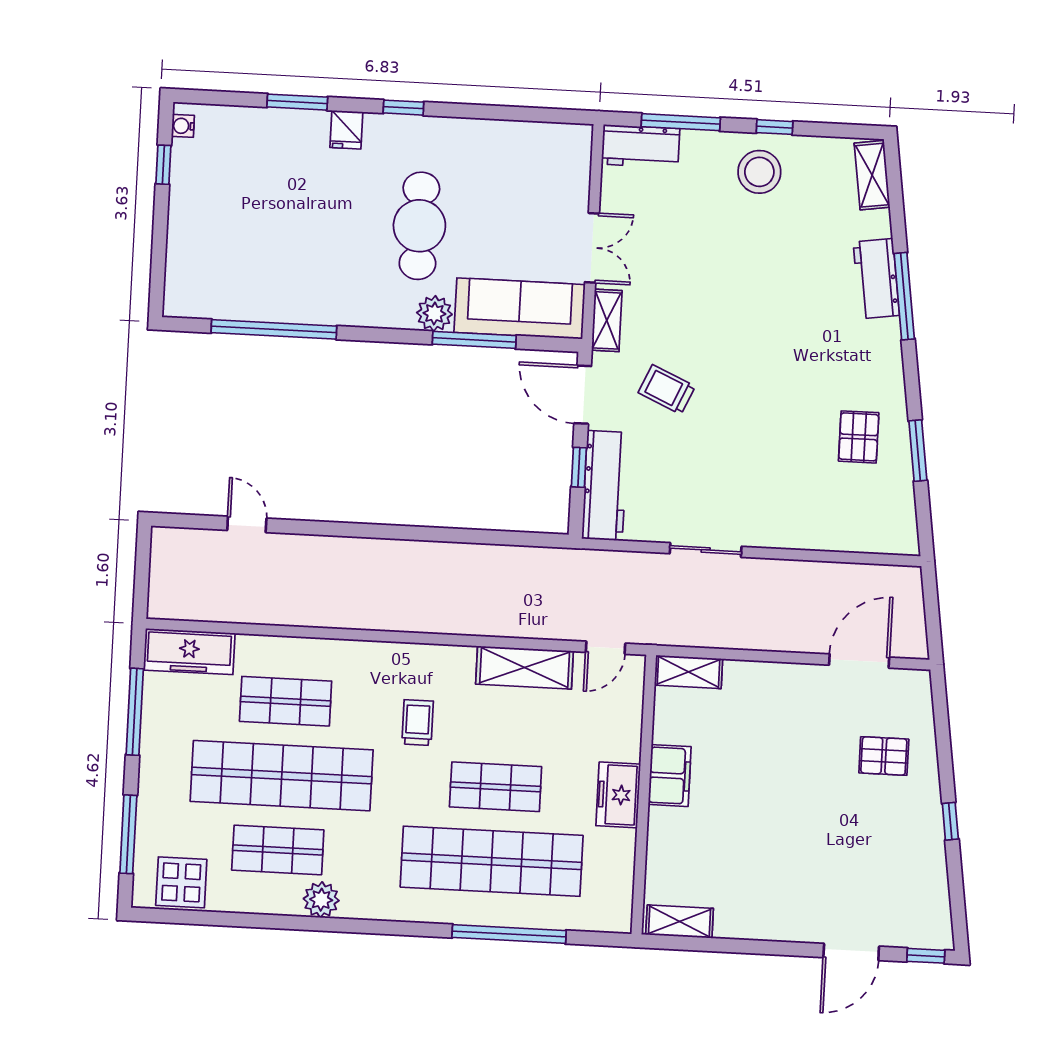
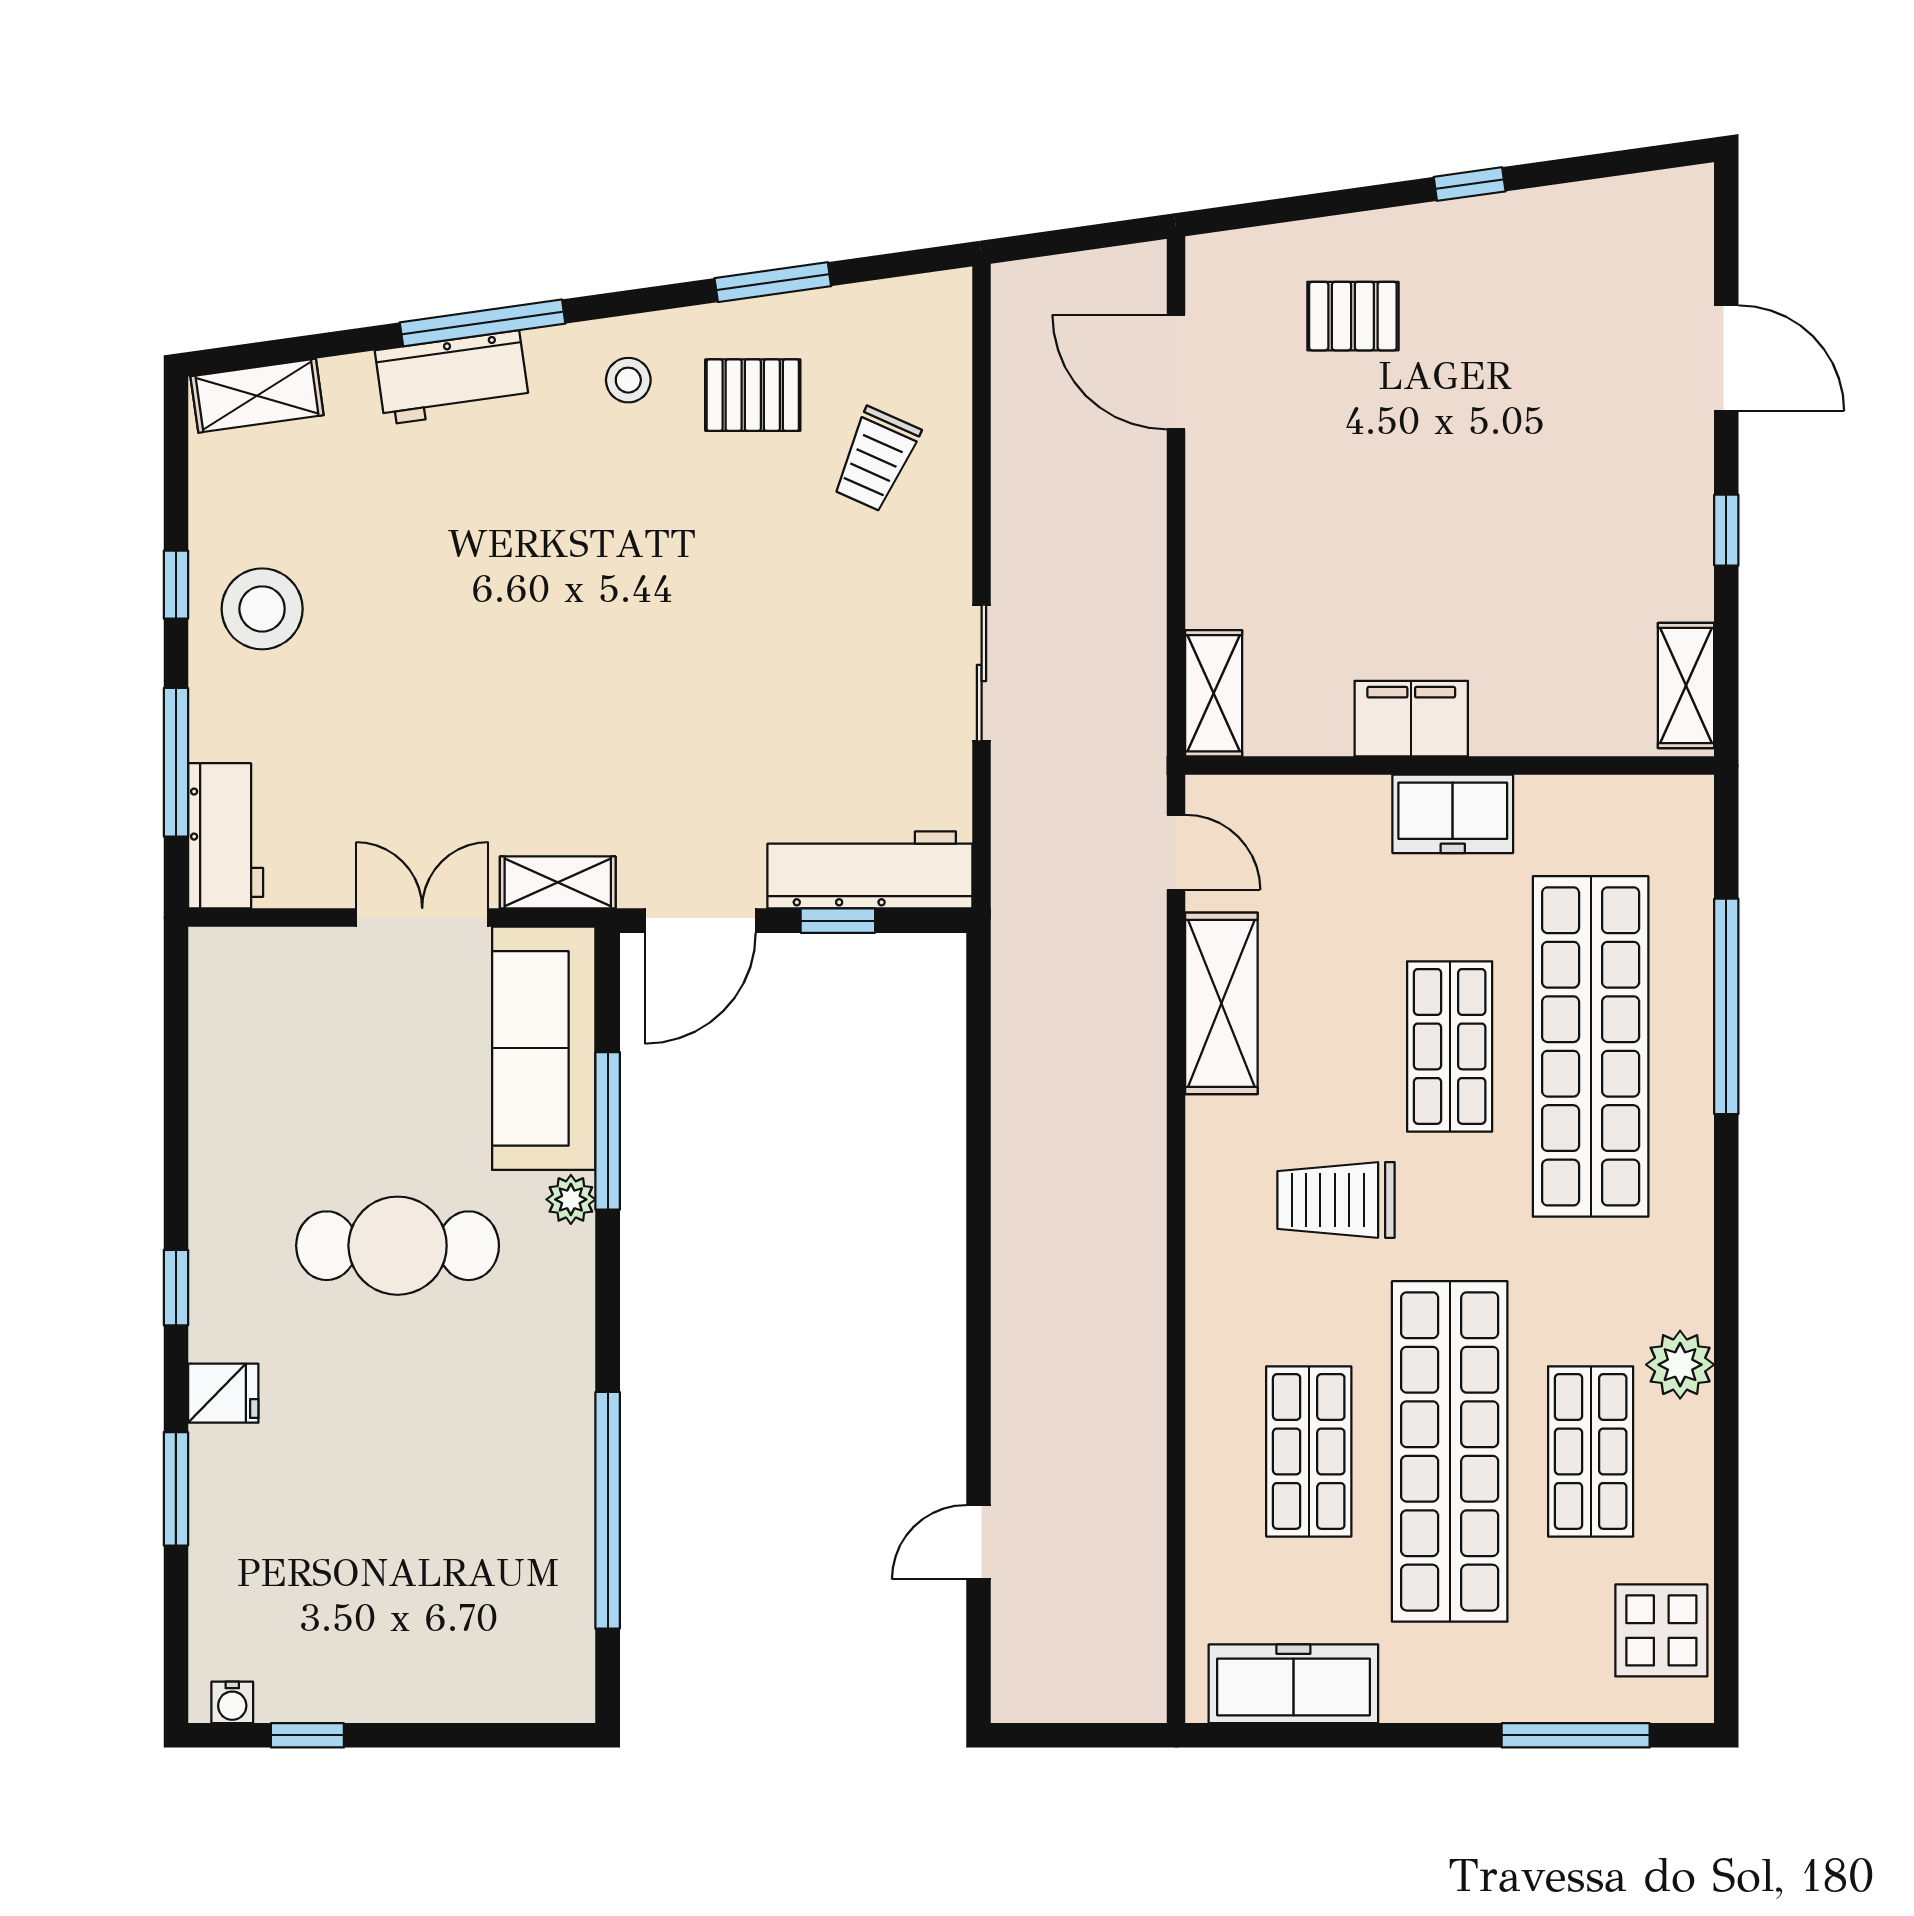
plant: (434, 313) -> (571, 1199), width x0.73, depth x0.73
stool: (870, 372) -> (628, 380), added
trolley: (667, 389) -> (876, 459), moved
freezer: (189, 652) -> (1293, 1684), moved, turned -90
window: (135, 712) -> (1344, 1735), removed
trolley: (418, 723) -> (1336, 1200), width x1.36, depth x1.39
pallet: (884, 756) -> (1353, 316), turned 90
window: (926, 956) -> (1726, 530), moved

